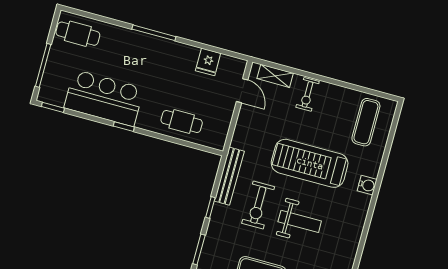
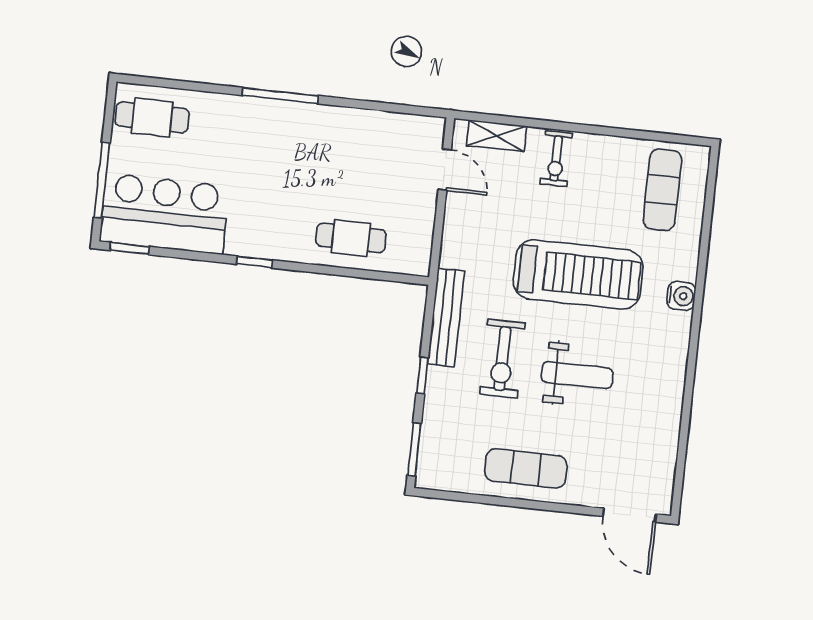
fridge: (208, 62) -> (380, 130), removed
bar counter: (104, 98) -> (164, 214), moved
treadmill: (310, 163) -> (578, 274), turned 180

